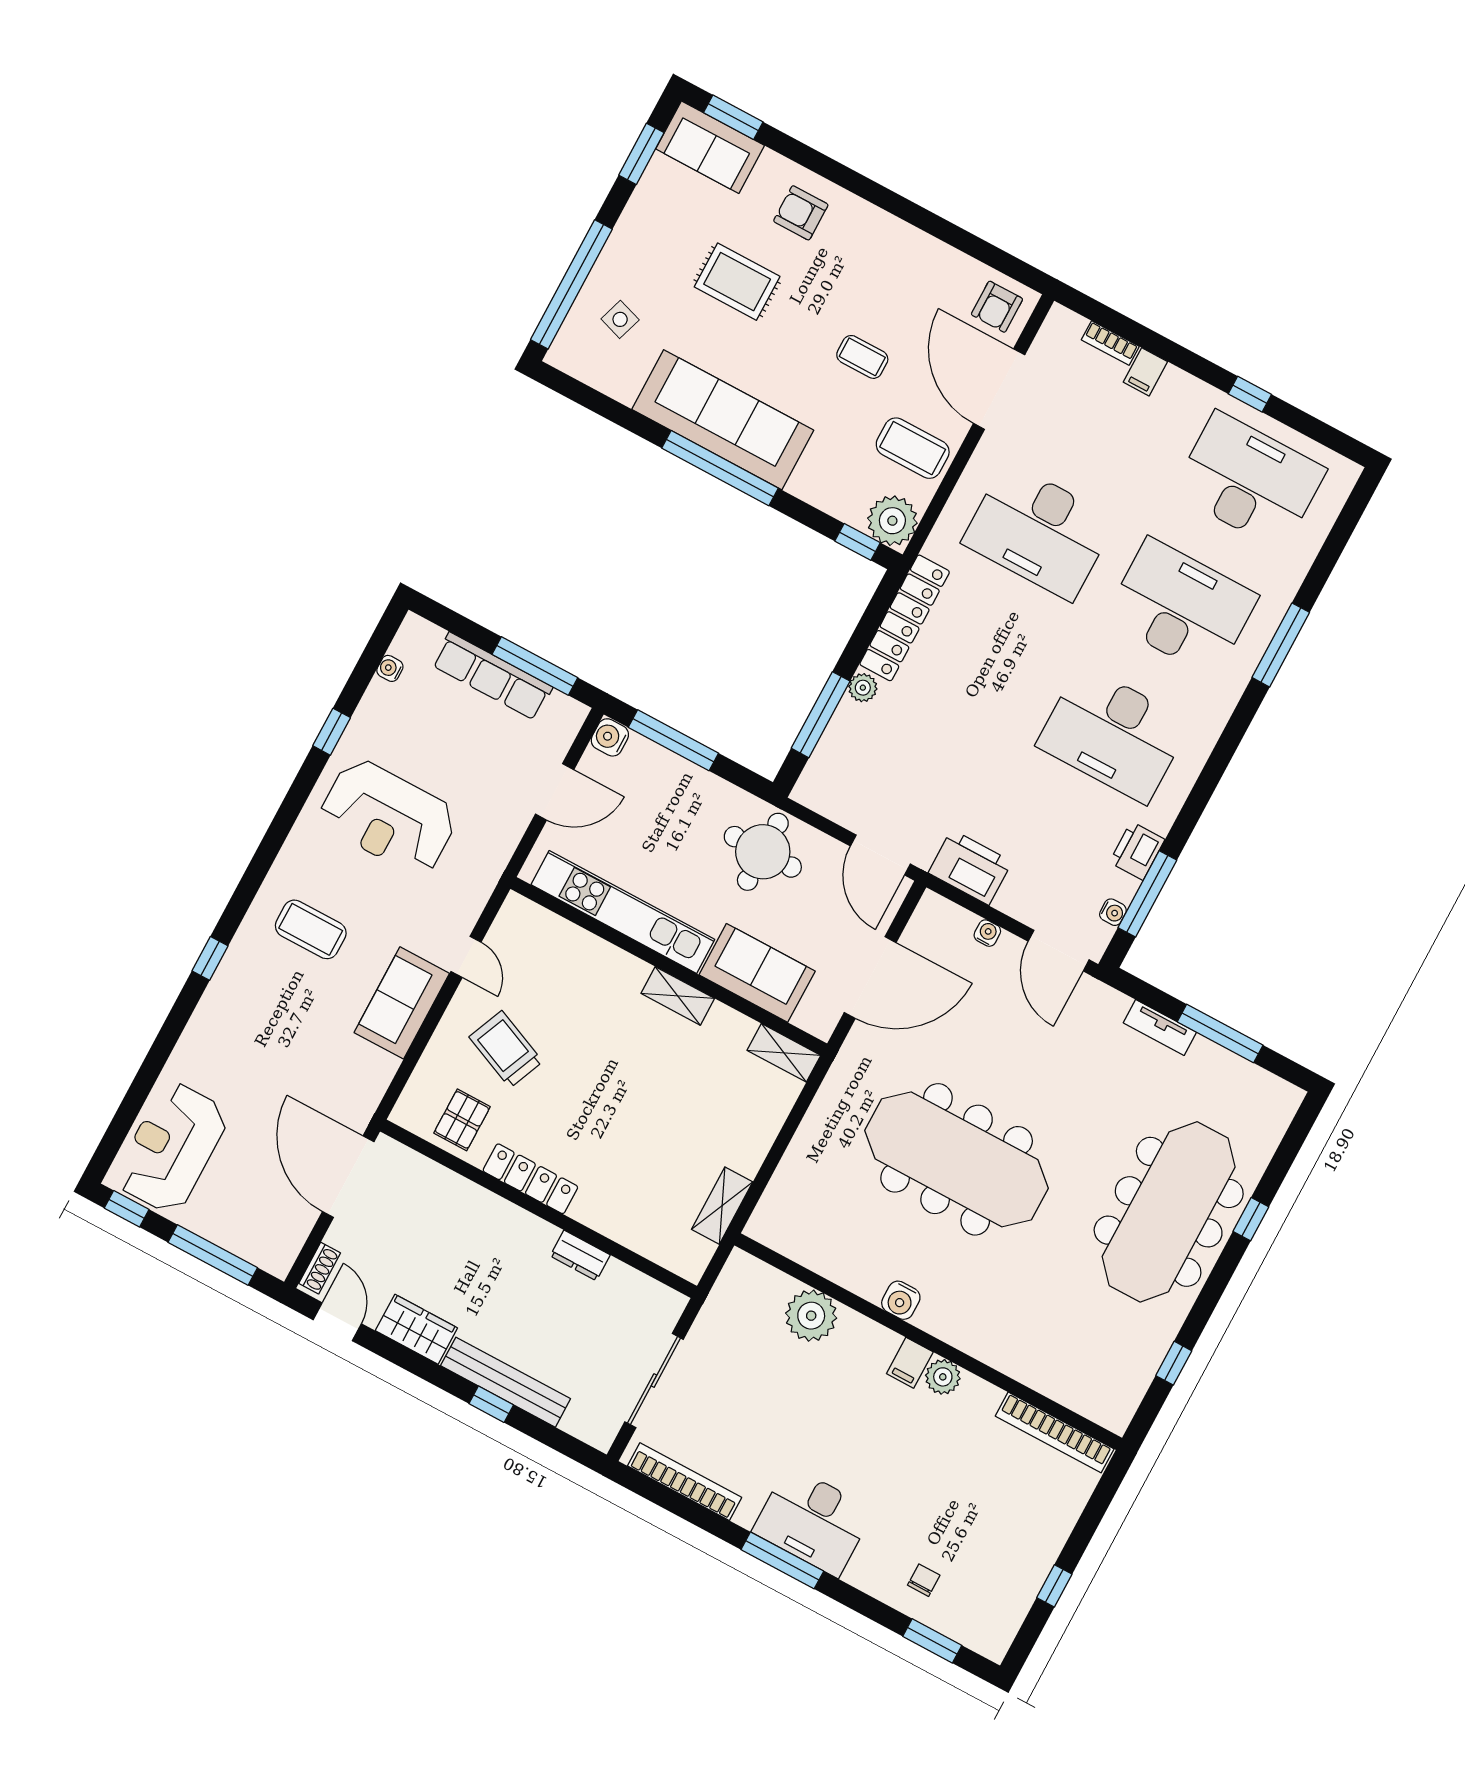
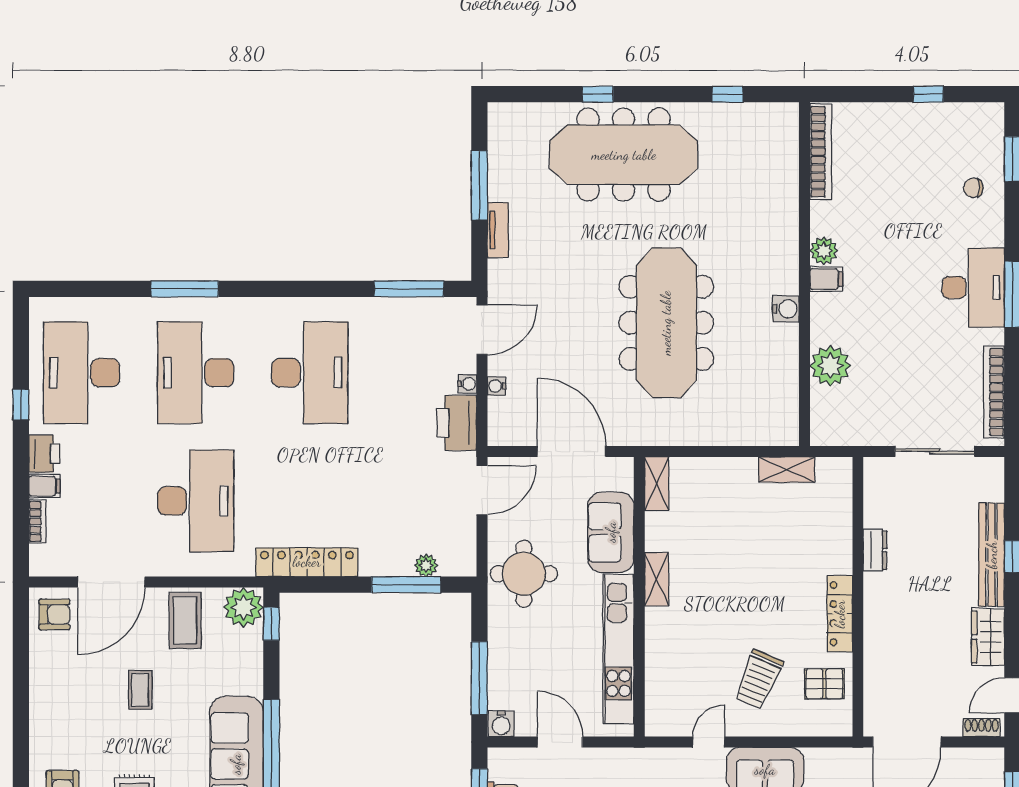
plant: (863, 688) -> (426, 565), moved
printer: (1137, 851) -> (44, 454), moved, turned -90
water cooler: (1113, 912) -> (467, 384), moved, turned 90

